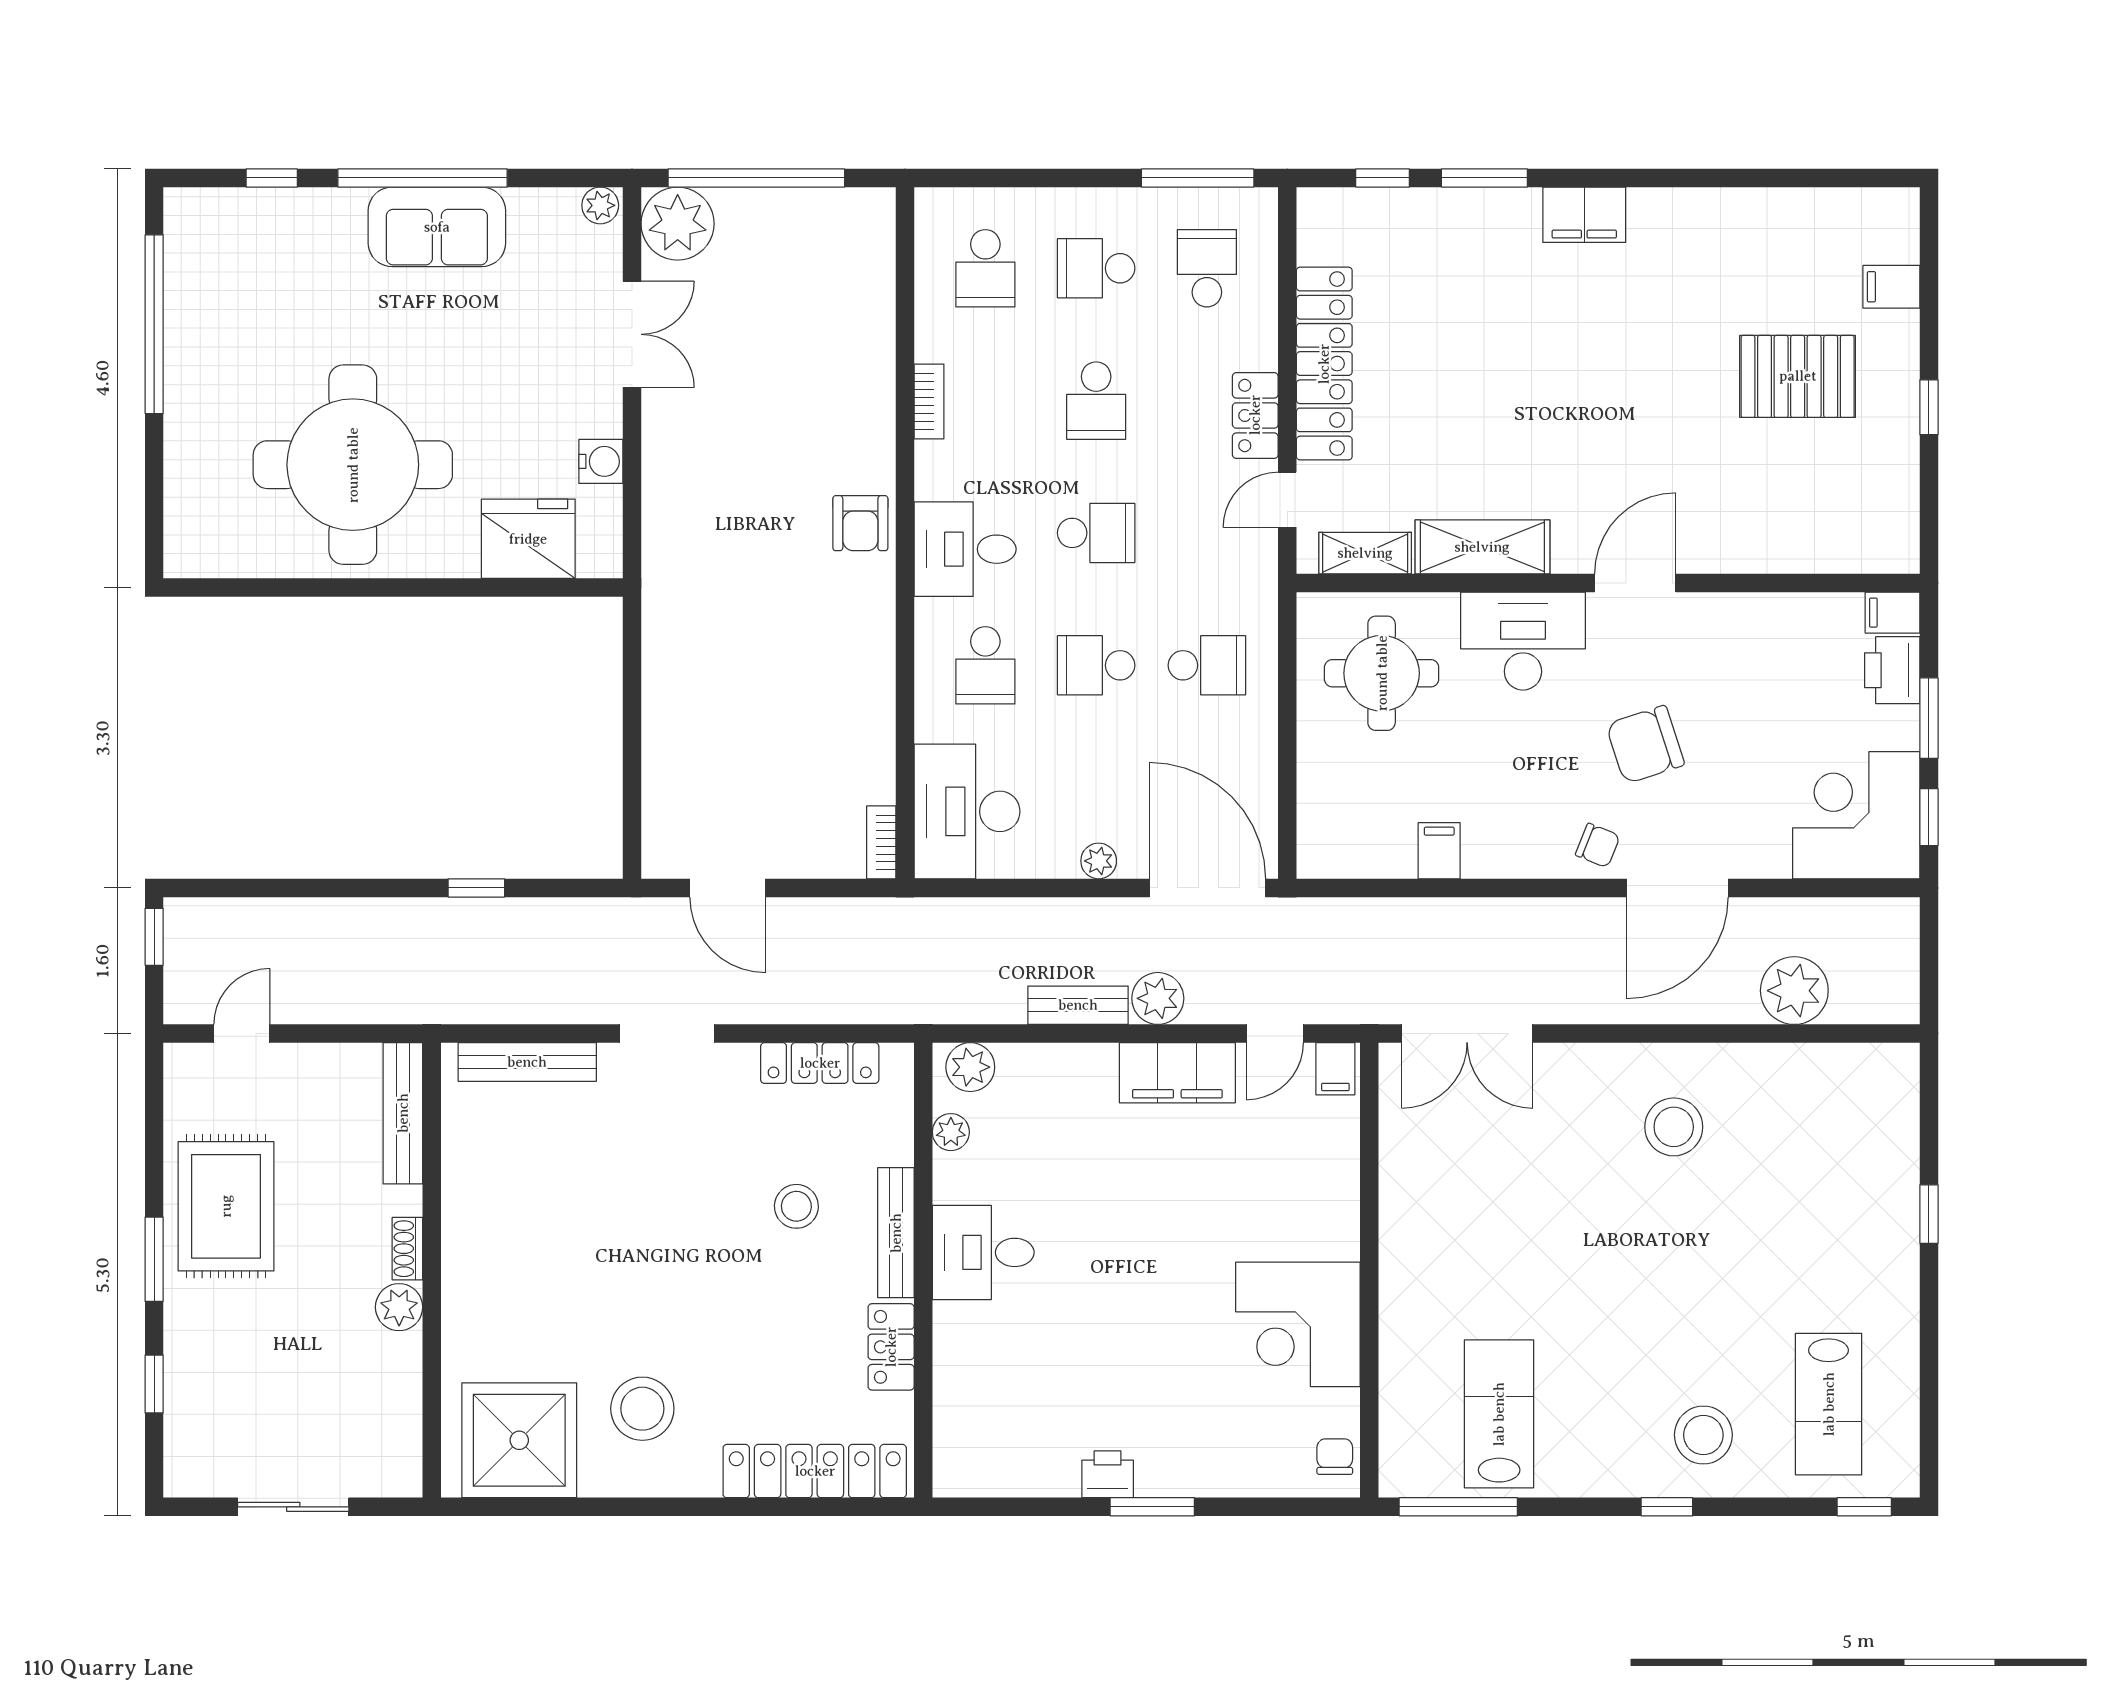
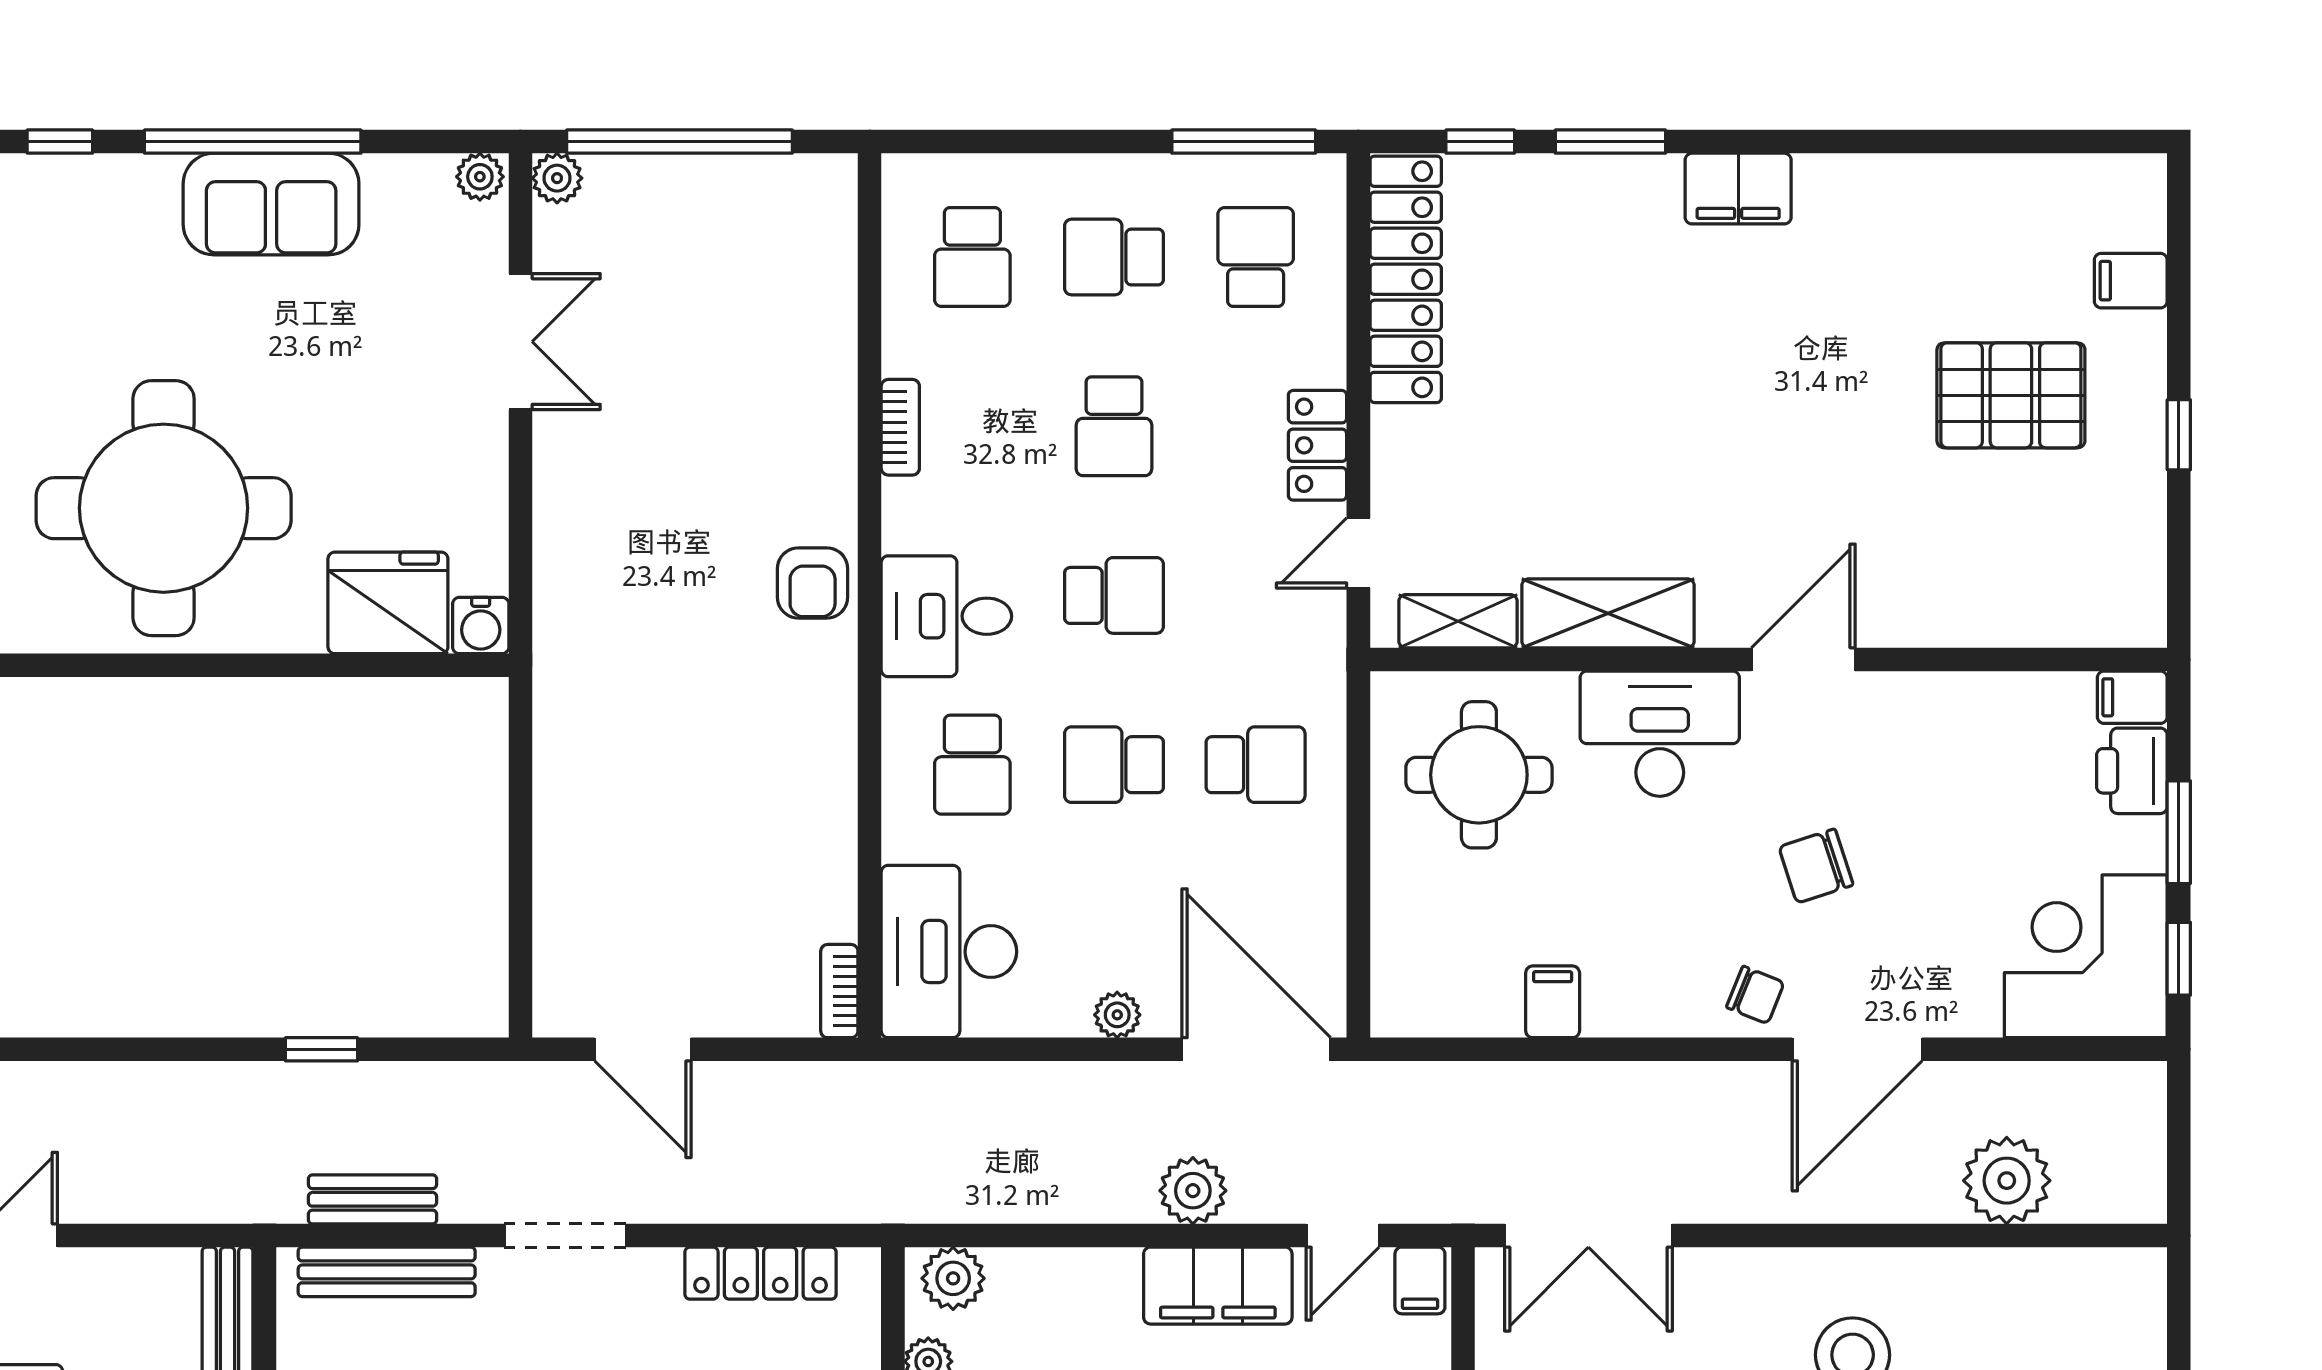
plant: (678, 224) -> (557, 178), width x0.53, depth x0.53
locker: (1324, 364) -> (1406, 279), moved
water cooler: (601, 461) -> (481, 625), moved, turned 90
chair: (1645, 745) -> (1816, 866), width x0.73, depth x0.73
bench: (1078, 1005) -> (373, 1199), moved

